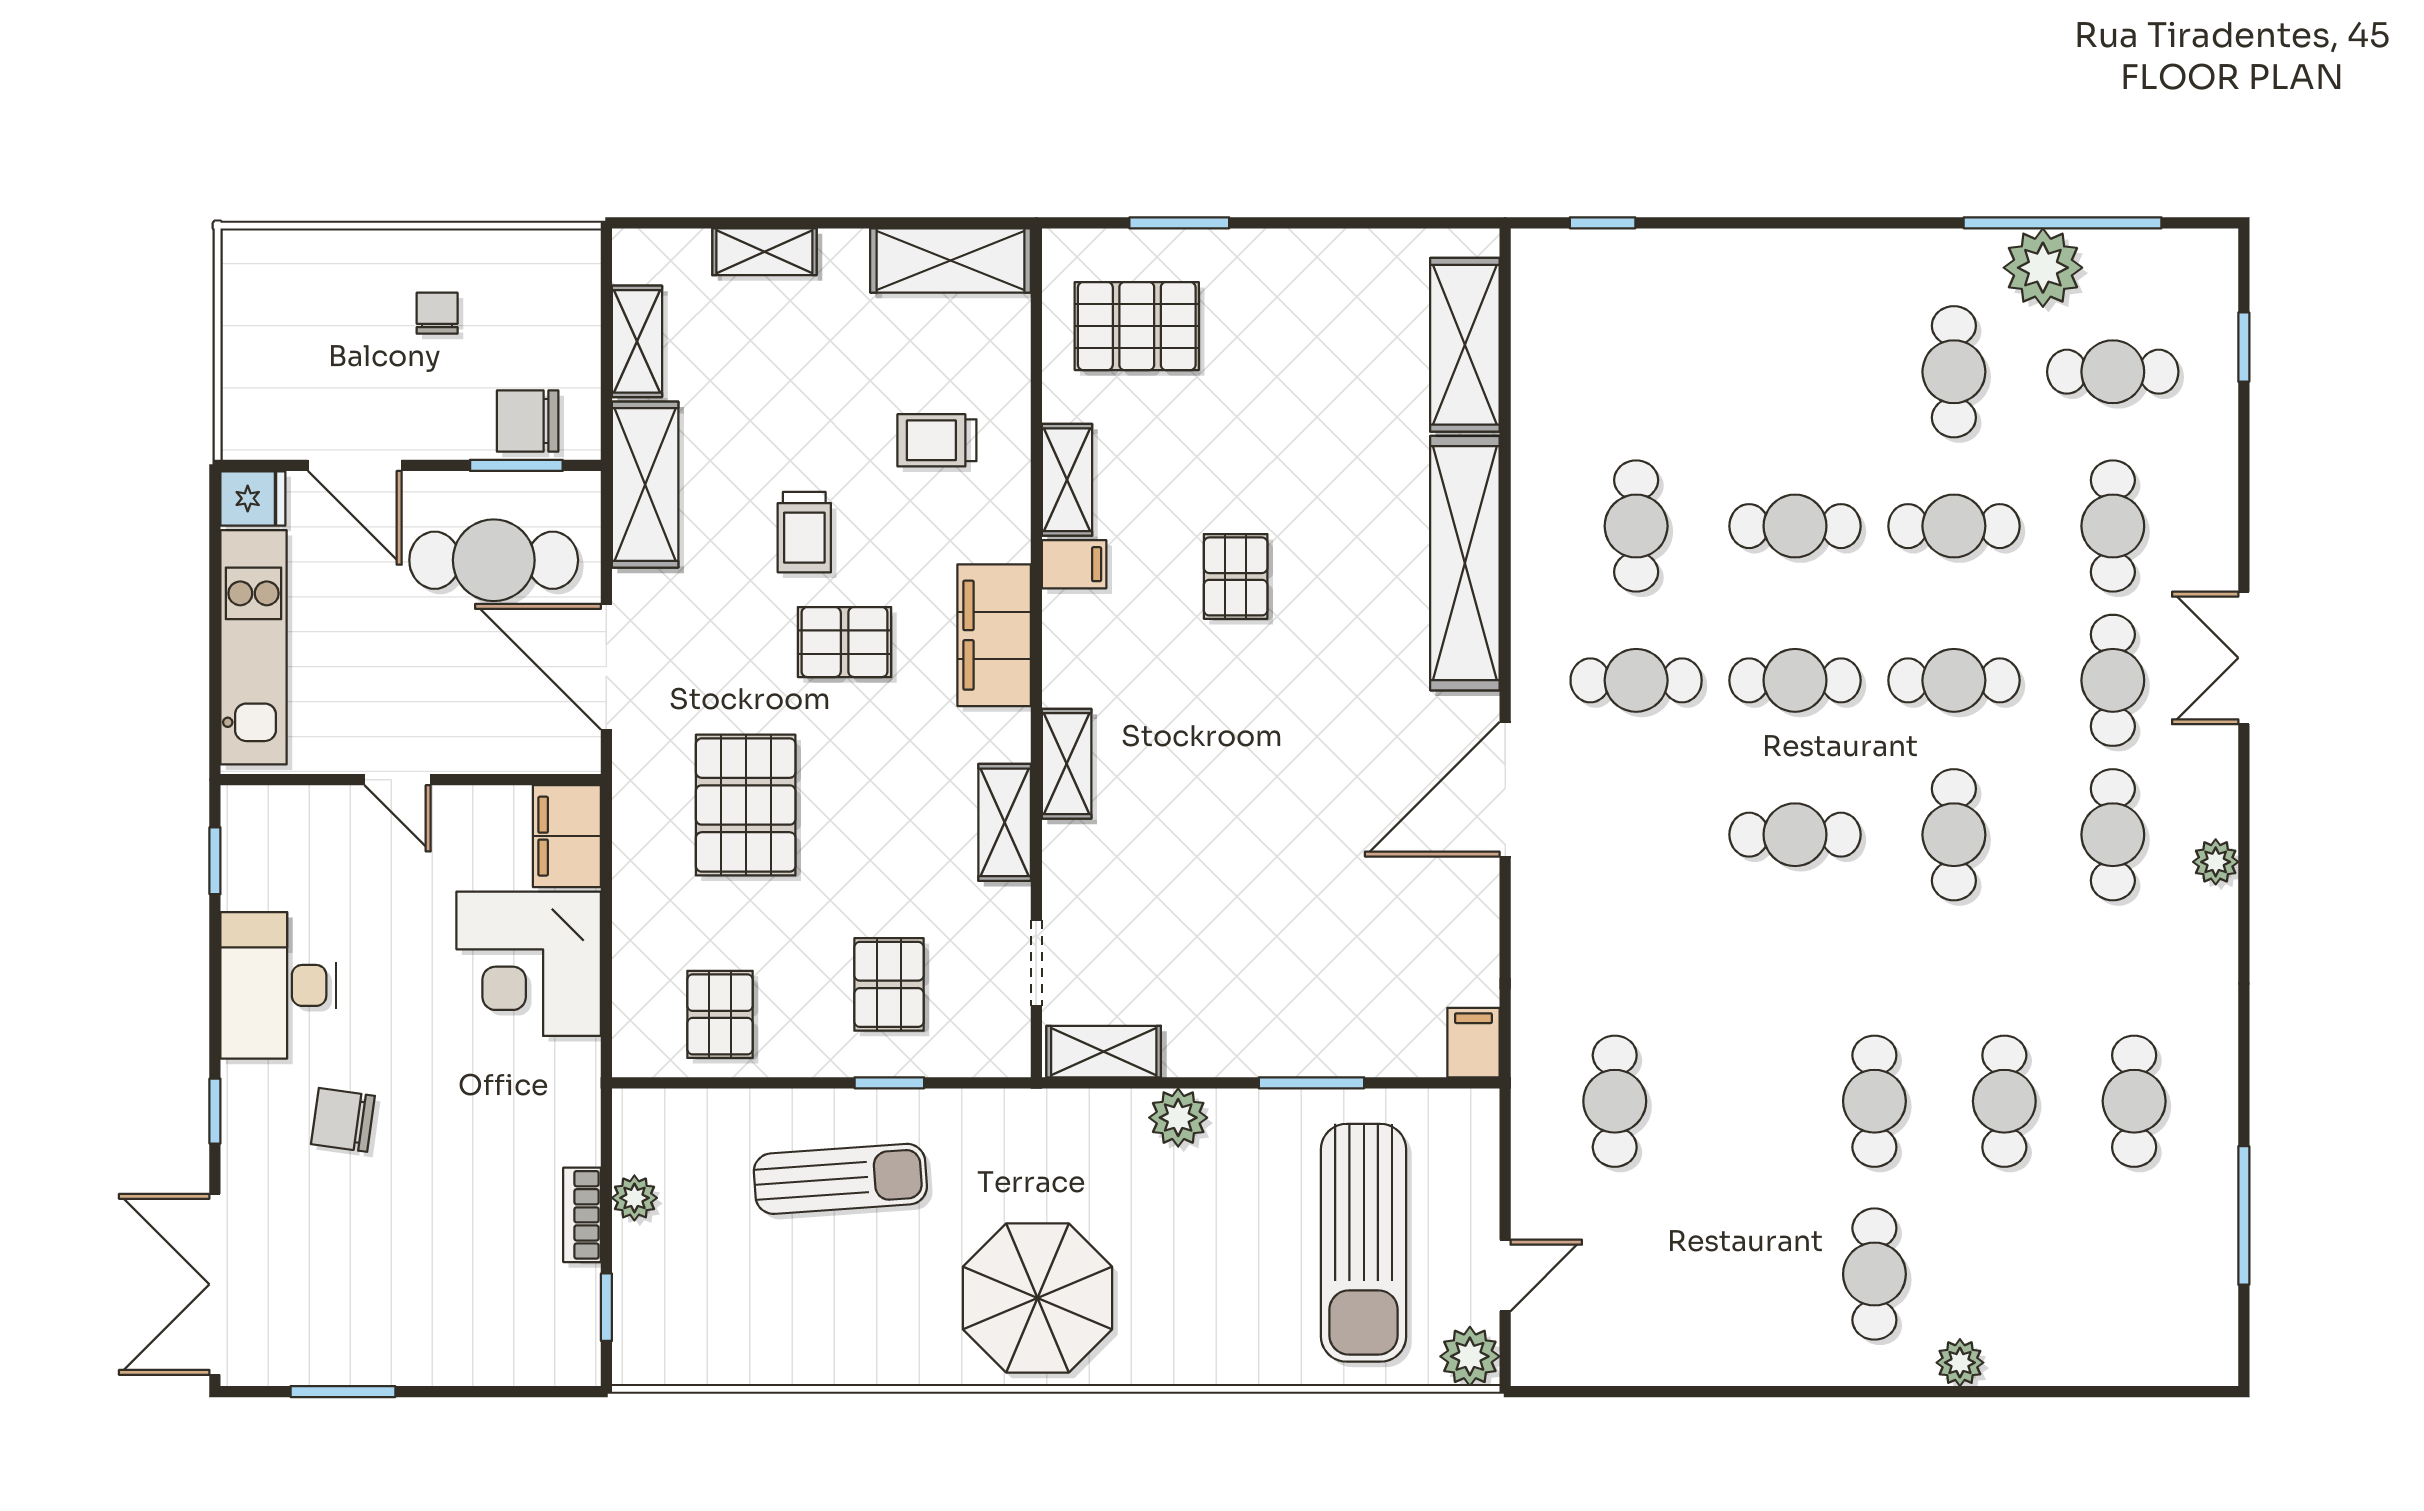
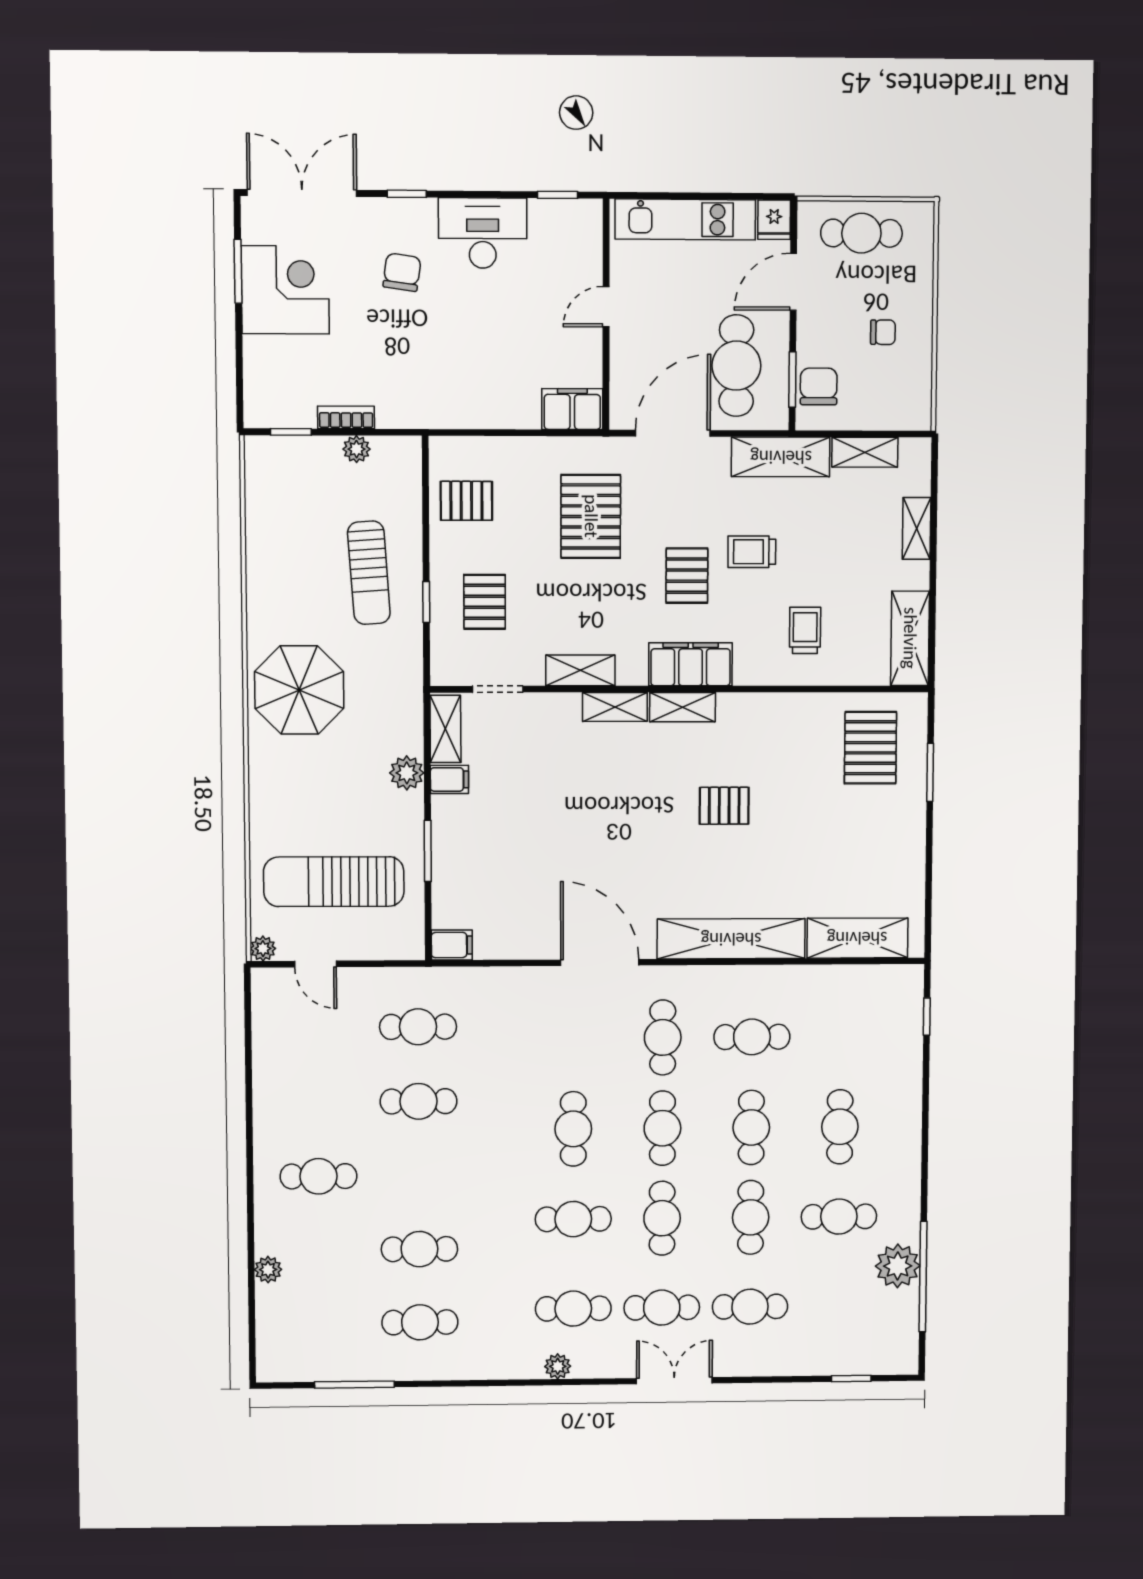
cafe table: (274, 351) -> (861, 233), added
cafe table: (2113, 372) -> (840, 1127), moved
shelving: (1067, 480) -> (682, 707), moved
filing cabinet: (1074, 564) -> (449, 779), moved, turned -90
pallet: (746, 805) -> (591, 516), turned 90
corner desk: (529, 964) -> (285, 290), moved, turned 90
pallet: (889, 984) -> (485, 602), turned 90
cafe table: (1874, 1101) -> (419, 1101), moved
plant: (1470, 1356) -> (263, 949), width x0.73, depth x0.73
plant: (1960, 1363) -> (268, 1270), moved

